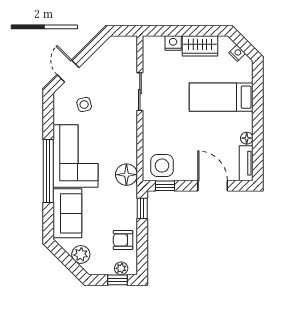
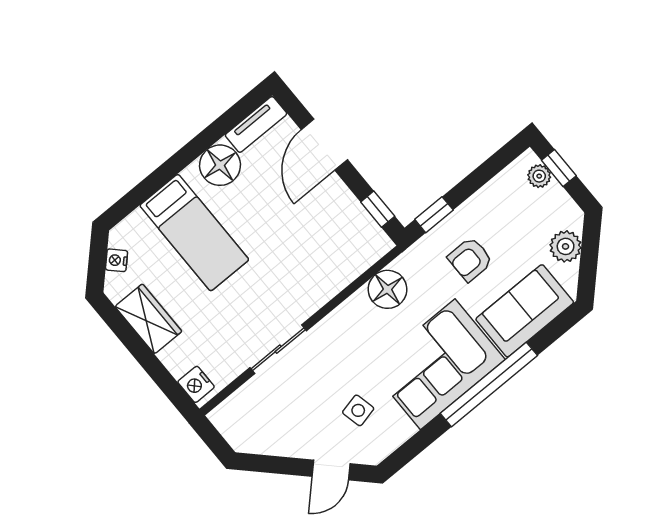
nightstand: (173, 43) -> (196, 384), moved
floor lamp: (247, 138) -> (220, 165), width x1.89, depth x1.89
side table: (162, 166) -> (354, 236), removed
floor lamp: (126, 175) -> (387, 289), moved
armchair: (123, 240) -> (470, 259), moved, turned 90

